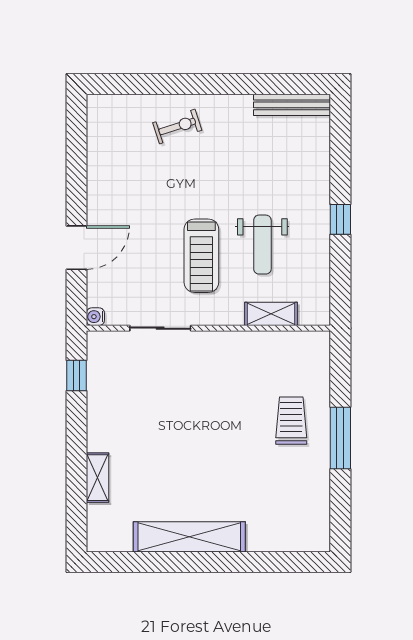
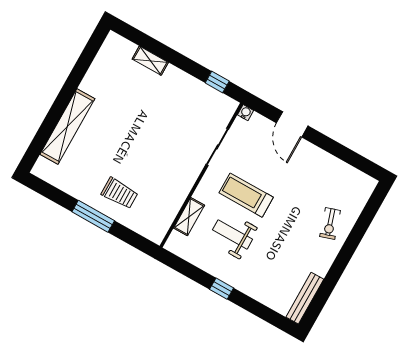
shelving: (189, 537) -> (67, 126), moved

